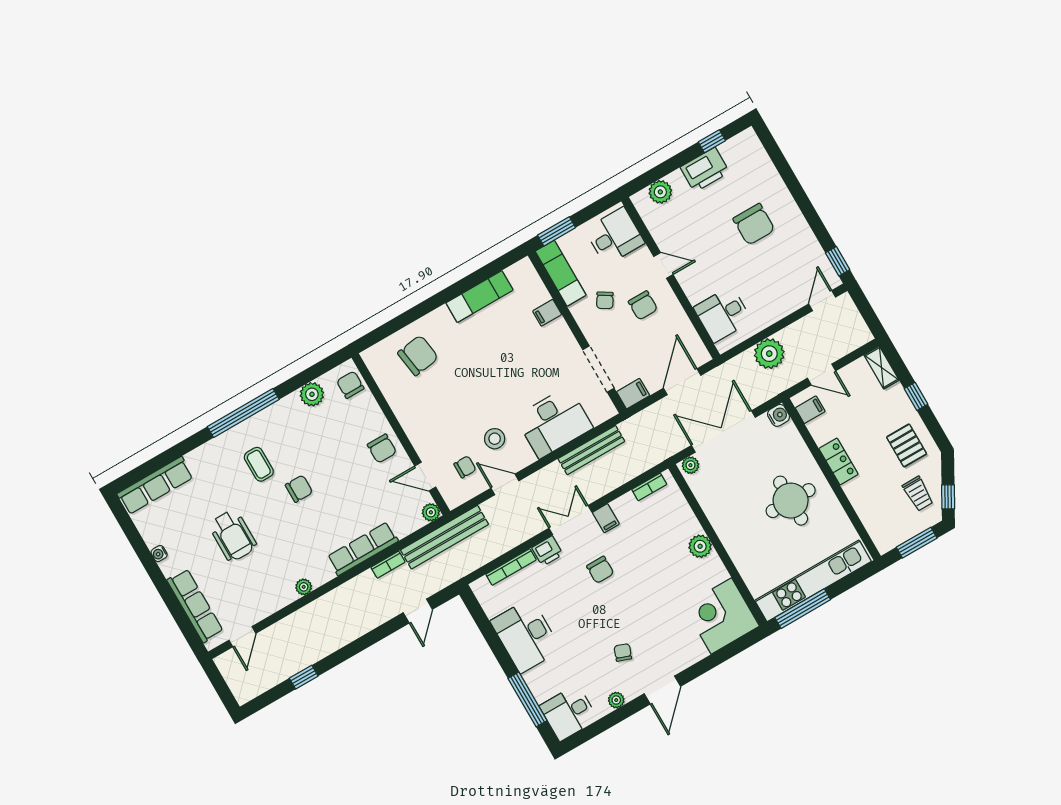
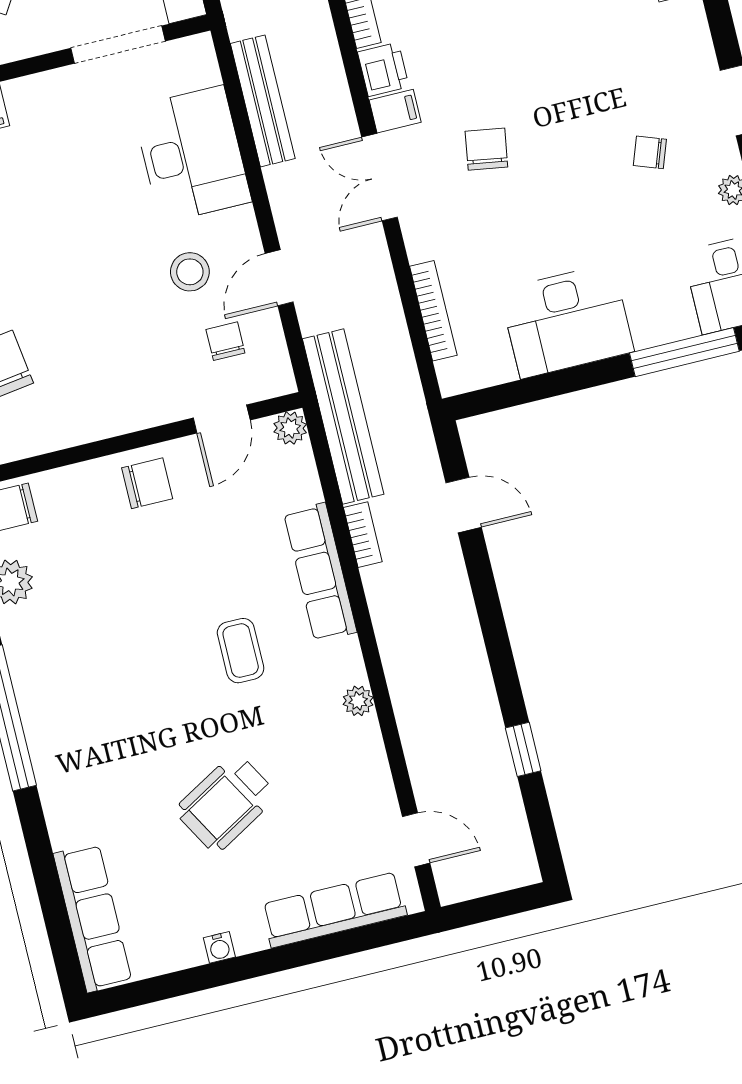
coffee table: (259, 464) -> (241, 651), moved, turned 90
chair: (299, 489) -> (176, 657), removed
wheelchair: (233, 535) -> (226, 803), turned 150
printer: (547, 551) -> (383, 69), moved
chair: (600, 570) -> (486, 149), turned -81

